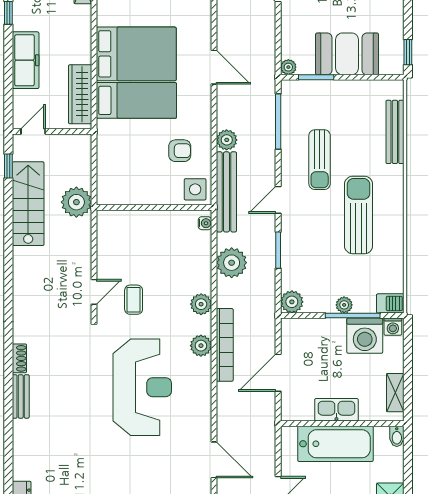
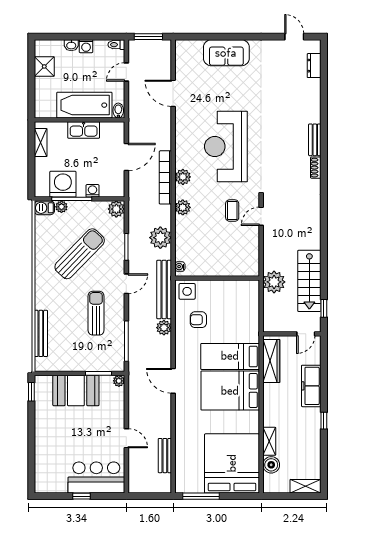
sun lounger: (359, 215) -> (80, 254), moved, turned -136
plant: (344, 305) -> (61, 207), moved
washing machine: (393, 327) -> (93, 191), moved
bidet: (397, 436) -> (118, 111), moved

